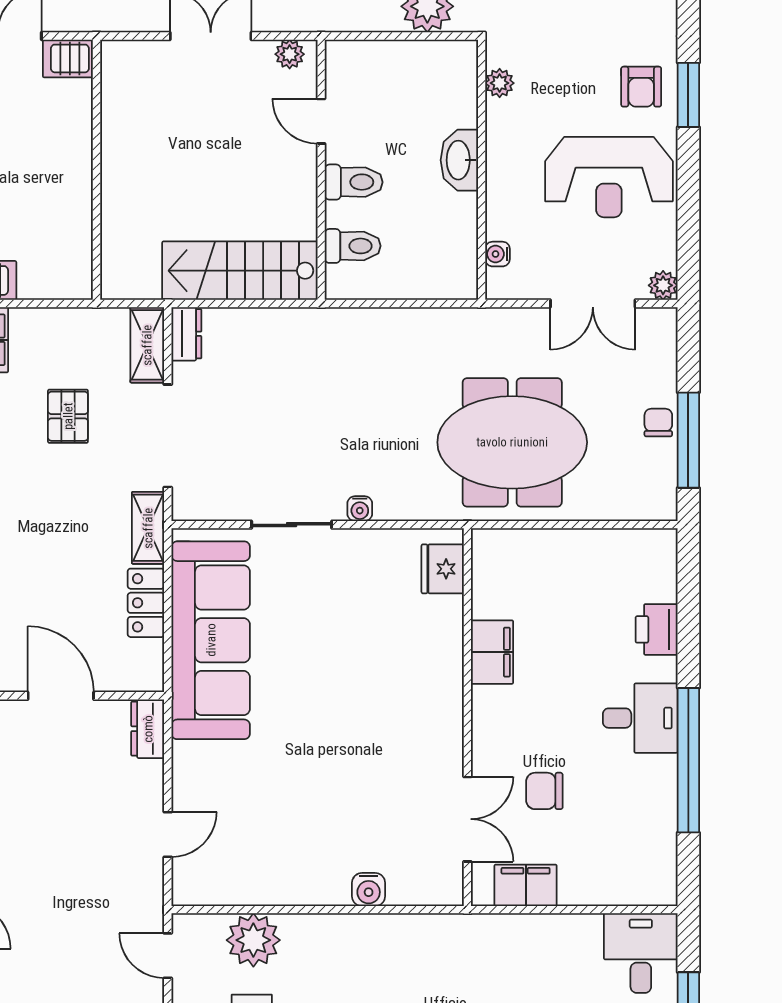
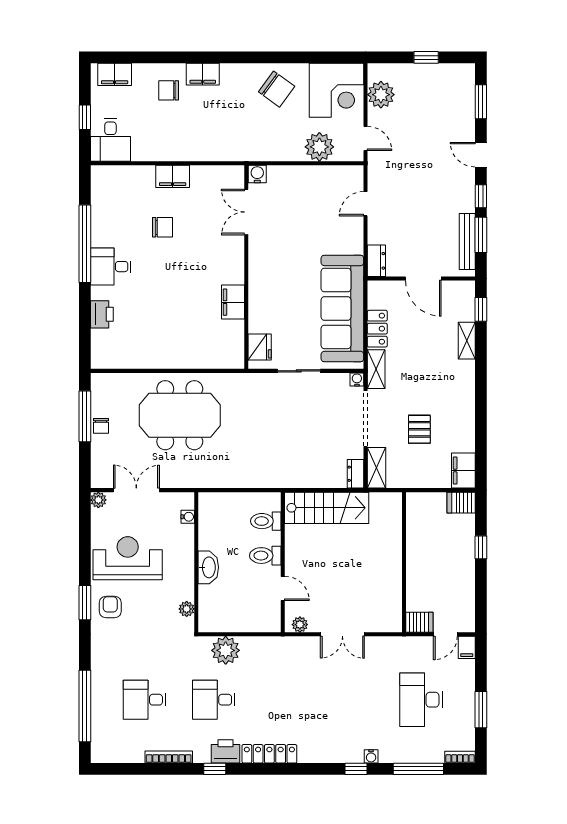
water cooler: (360, 509) -> (357, 379), moved
fridge: (443, 569) -> (260, 347), moved
filing cabinet: (492, 652) -> (233, 302), moved
wall: (467, 717) -> (246, 267), moved
double door: (467, 819) -> (246, 212), moved

